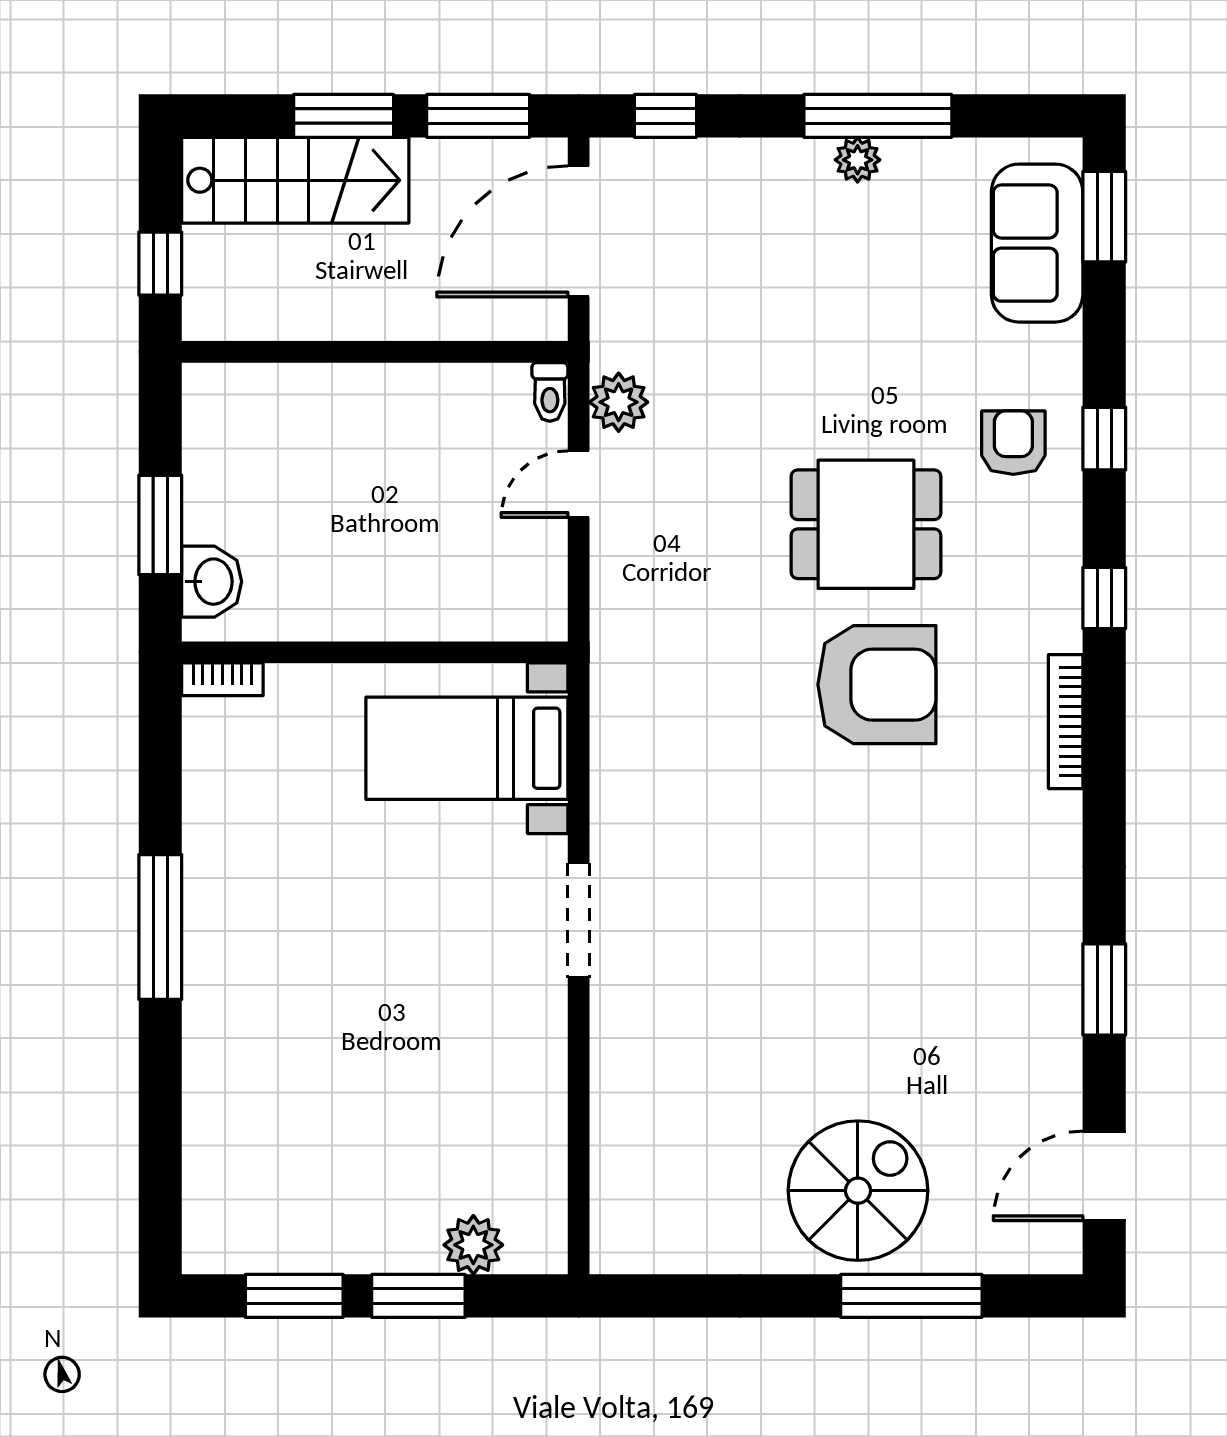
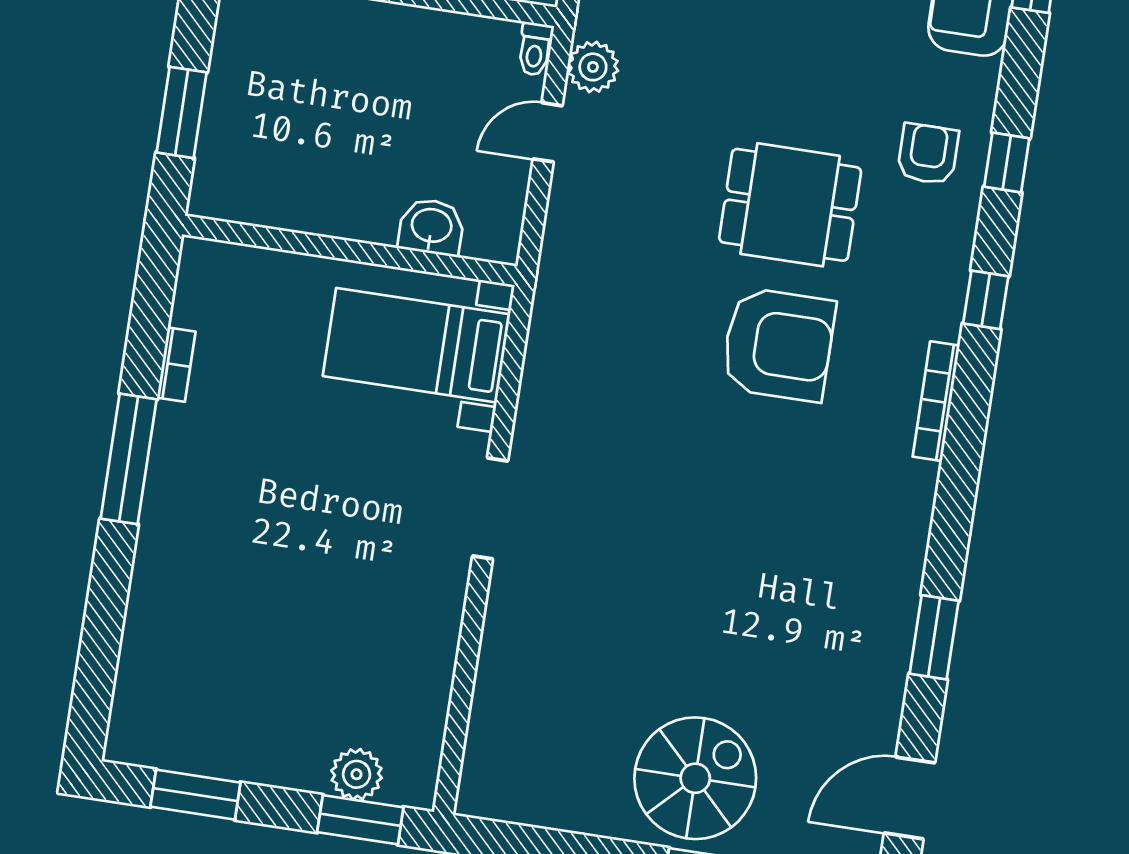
washbasin: (212, 582) -> (431, 227), moved, turned -90
bookcase: (222, 679) -> (176, 365), moved, turned -90
window: (418, 1296) -> (360, 820), moved

